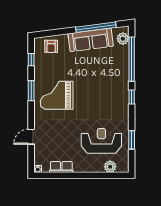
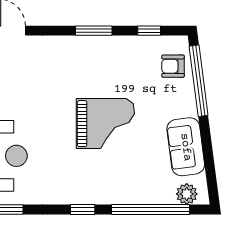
window: (96, 27) -> (199, 81), moved
sofa: (91, 40) -> (186, 147), width x0.73
grand piano: (57, 95) -> (105, 124), moved, turned 90

